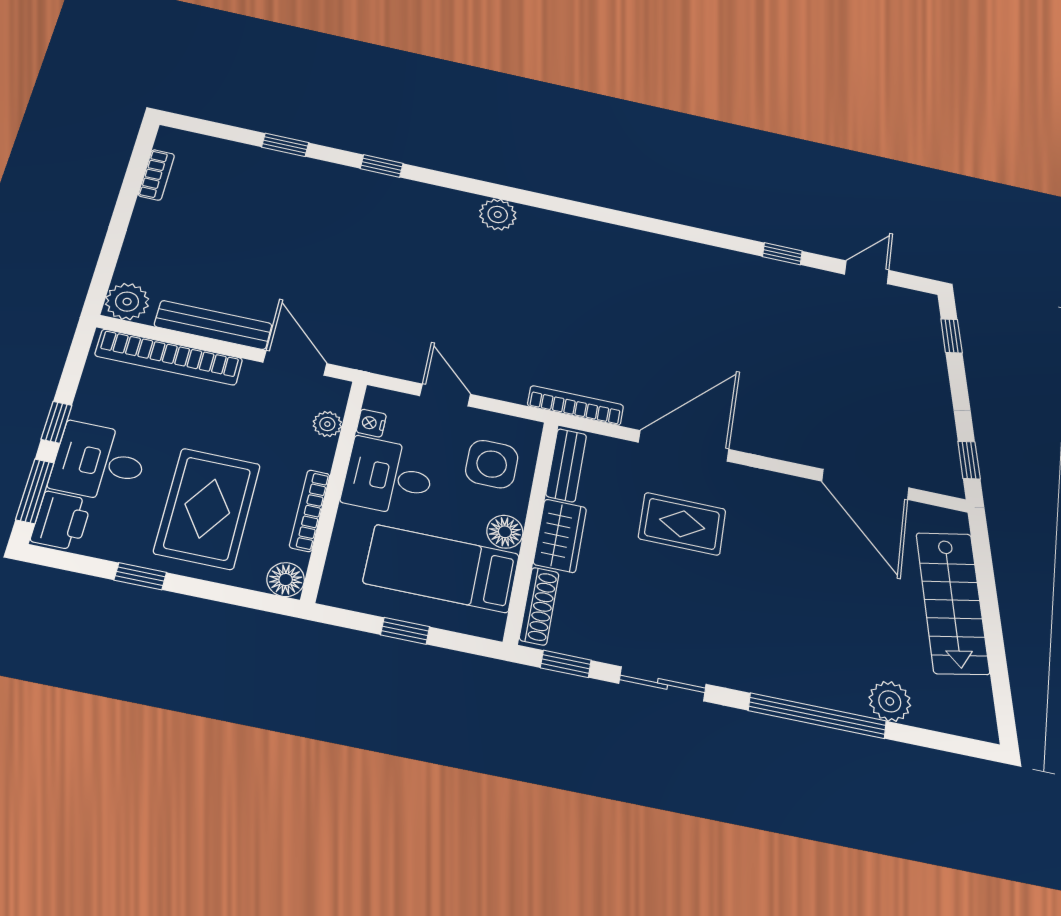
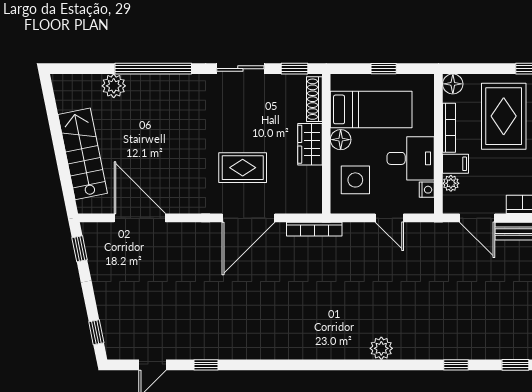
filing cabinet: (312, 452) -> (456, 164), added
bench: (566, 465) -> (313, 189), removed

